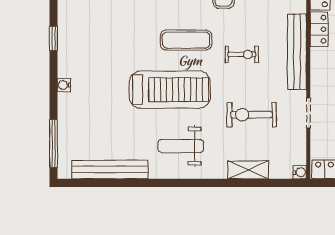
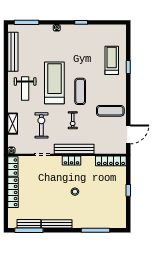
locker: (319, 29) -> (71, 160), moved
treadmill: (170, 90) -> (54, 83), turned 180
weight bench: (181, 146) -> (25, 89), turned 180

